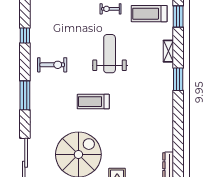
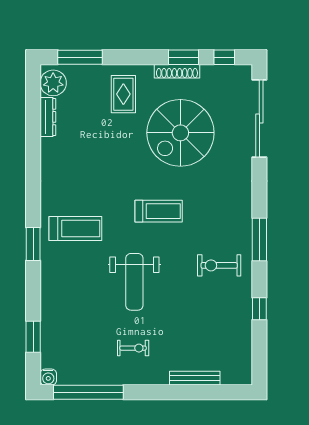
treadmill: (149, 14) -> (75, 228), moved
shelving: (168, 51) -> (48, 286), removed
window: (25, 95) -> (259, 240), moved

